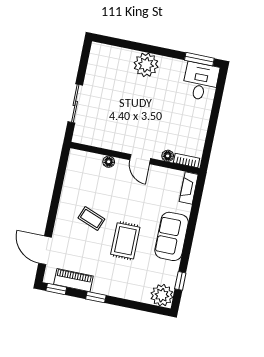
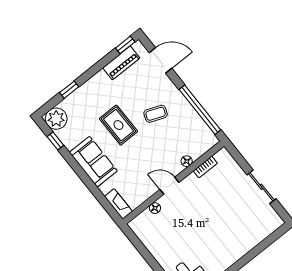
plant: (146, 65) -> (235, 248), removed
sliding door: (75, 103) -> (261, 187), moved
bookcase: (186, 160) -> (205, 167), moved
window: (58, 186) -> (200, 110), added
window: (96, 297) -> (69, 90), moved

